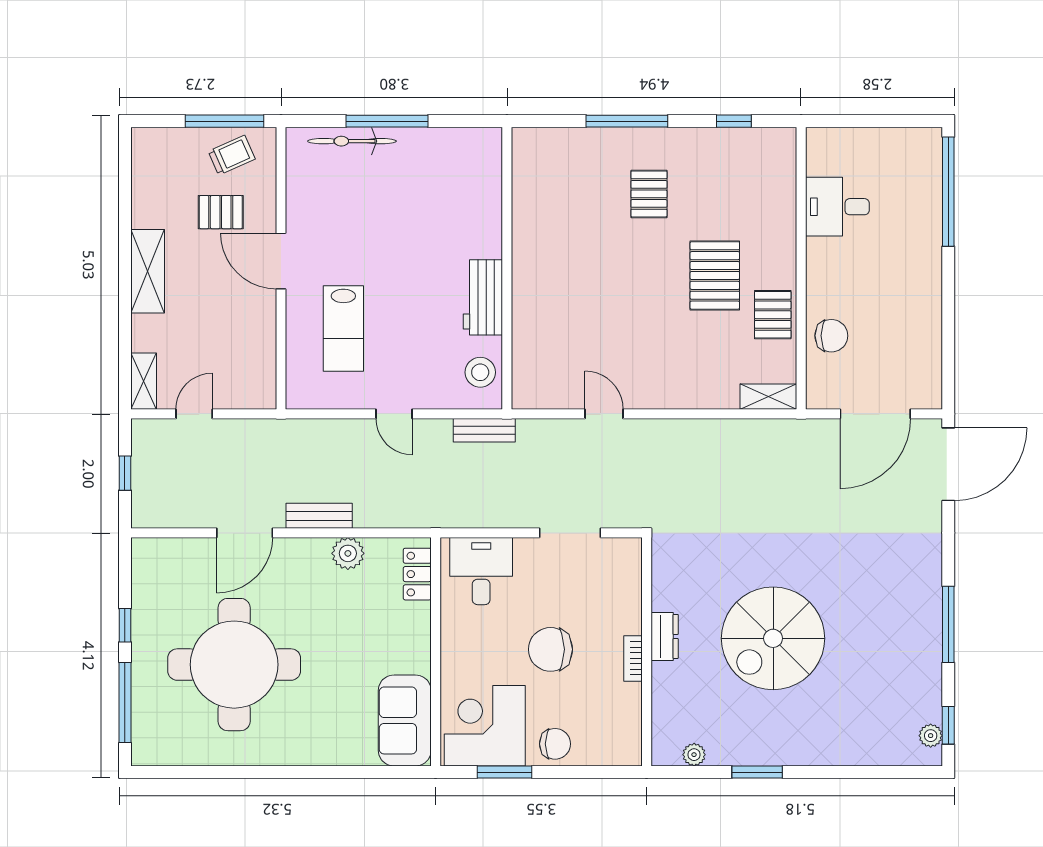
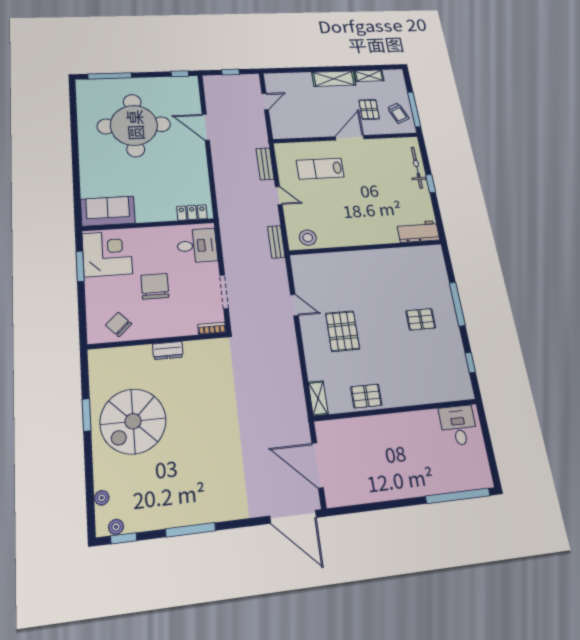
window: (387, 121) -> (431, 184), width x0.46
desk: (837, 207) -> (458, 425), moved
pallet: (715, 275) -> (343, 331), moved, turned 90
workbench: (483, 297) -> (418, 232), moved
chair: (831, 336) -> (360, 433), removed
shelving: (144, 381) -> (369, 76), moved
door: (194, 414) -> (265, 102), hinge flipped
door: (394, 414) -> (279, 196), swing flipped
door: (604, 414) -> (294, 305), hinge flipped
bench: (319, 516) -> (265, 164), moved
plant: (348, 553) -> (200, 177), removed
window: (125, 625) -> (180, 74), moved
spiral stairs: (773, 638) -> (133, 421), moved, turned -90
bookcase: (633, 658) -> (212, 328), moved
chair: (555, 744) -> (119, 324), moved, turned 137
plant: (694, 755) -> (102, 498), moved

